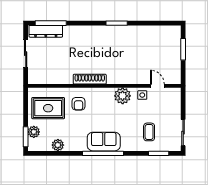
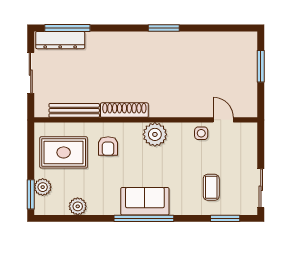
bench: (55, 79) -> (74, 110), added
plant: (123, 96) -> (155, 134), moved

